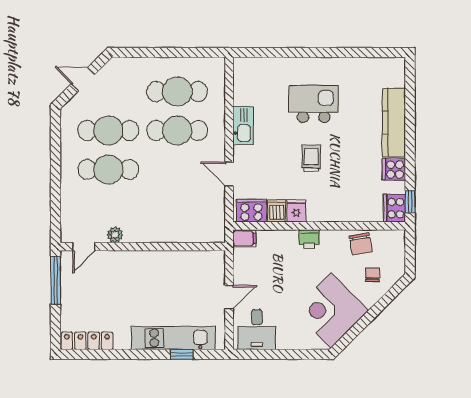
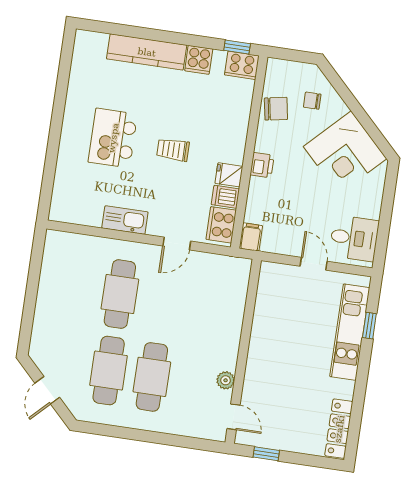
cafe table: (177, 92) -> (77, 288), removed
window: (56, 280) -> (266, 454), width x0.46

